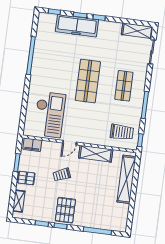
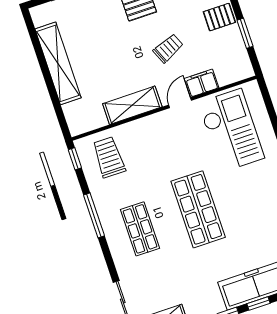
checkout: (50, 115) -> (231, 130), turned 180
trolley: (122, 132) -> (109, 157), turned 90
filing cabinet: (32, 145) -> (202, 83), moved
shelving: (126, 179) -> (58, 63), moved

